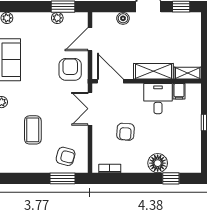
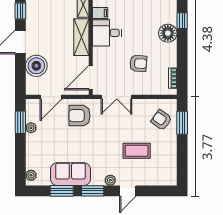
boiler: (123, 18) -> (36, 66), width x1.86, depth x1.86
door: (90, 39) -> (51, 97), hinge flipped
armchair: (66, 156) -> (161, 120), turned -69

